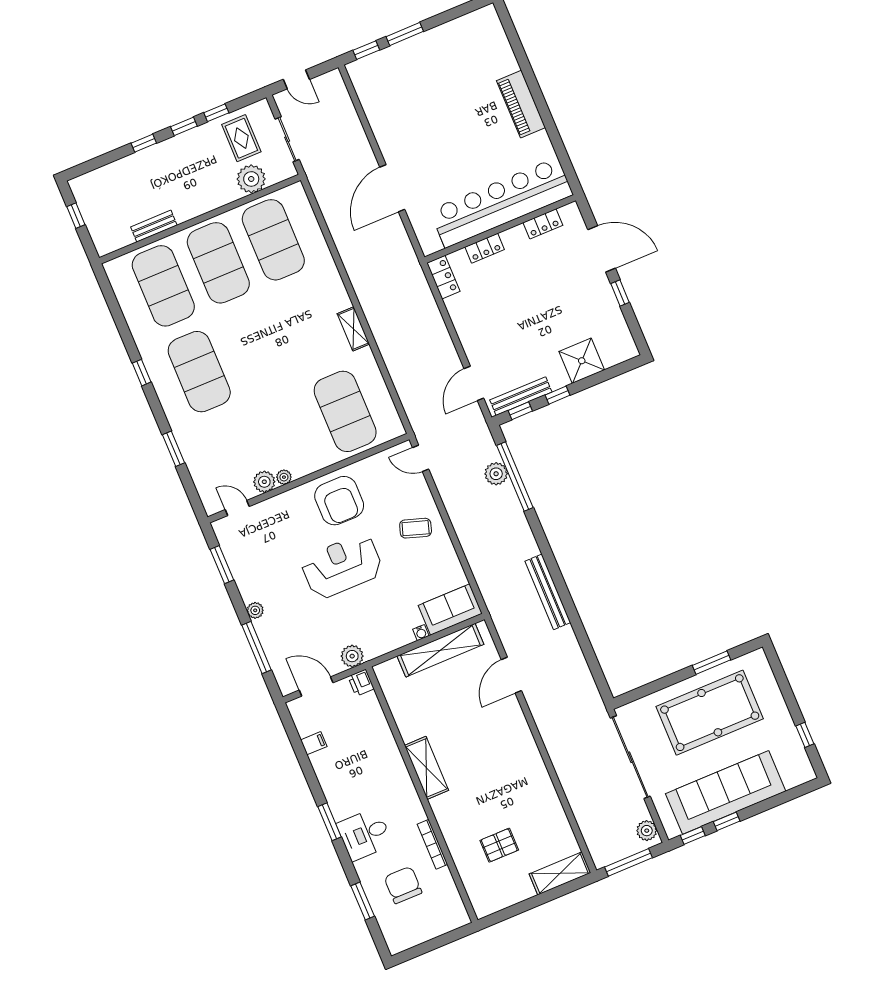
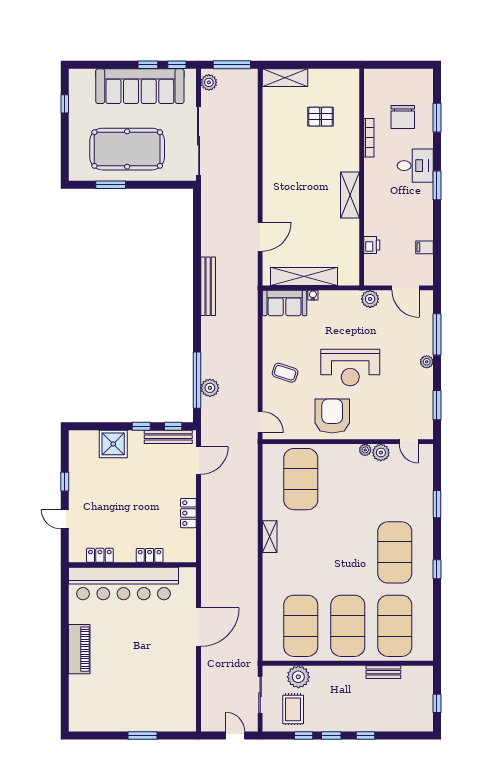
window: (366, 50) -> (175, 736), removed
door: (602, 249) -> (65, 519), width x0.53
locker: (443, 277) -> (188, 513), moved
printer: (361, 683) -> (372, 245), moved

